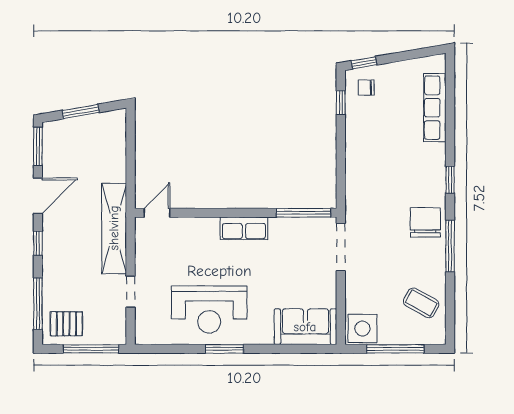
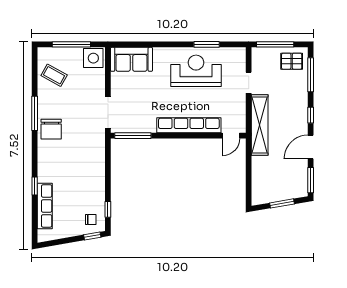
window: (450, 180) -> (35, 186), moved
row of seats: (244, 228) -> (189, 125), width x2.02
window: (224, 349) -> (207, 44), moved

